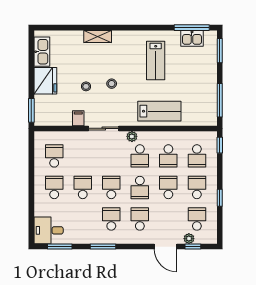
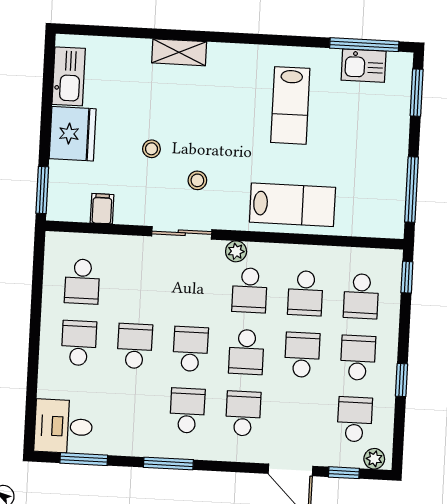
stool: (112, 84) -> (197, 180), moved
filing cabinet: (78, 118) -> (102, 209), moved
school desk: (54, 156) -> (82, 282), turned 180
plant: (189, 239) -> (374, 459), moved

